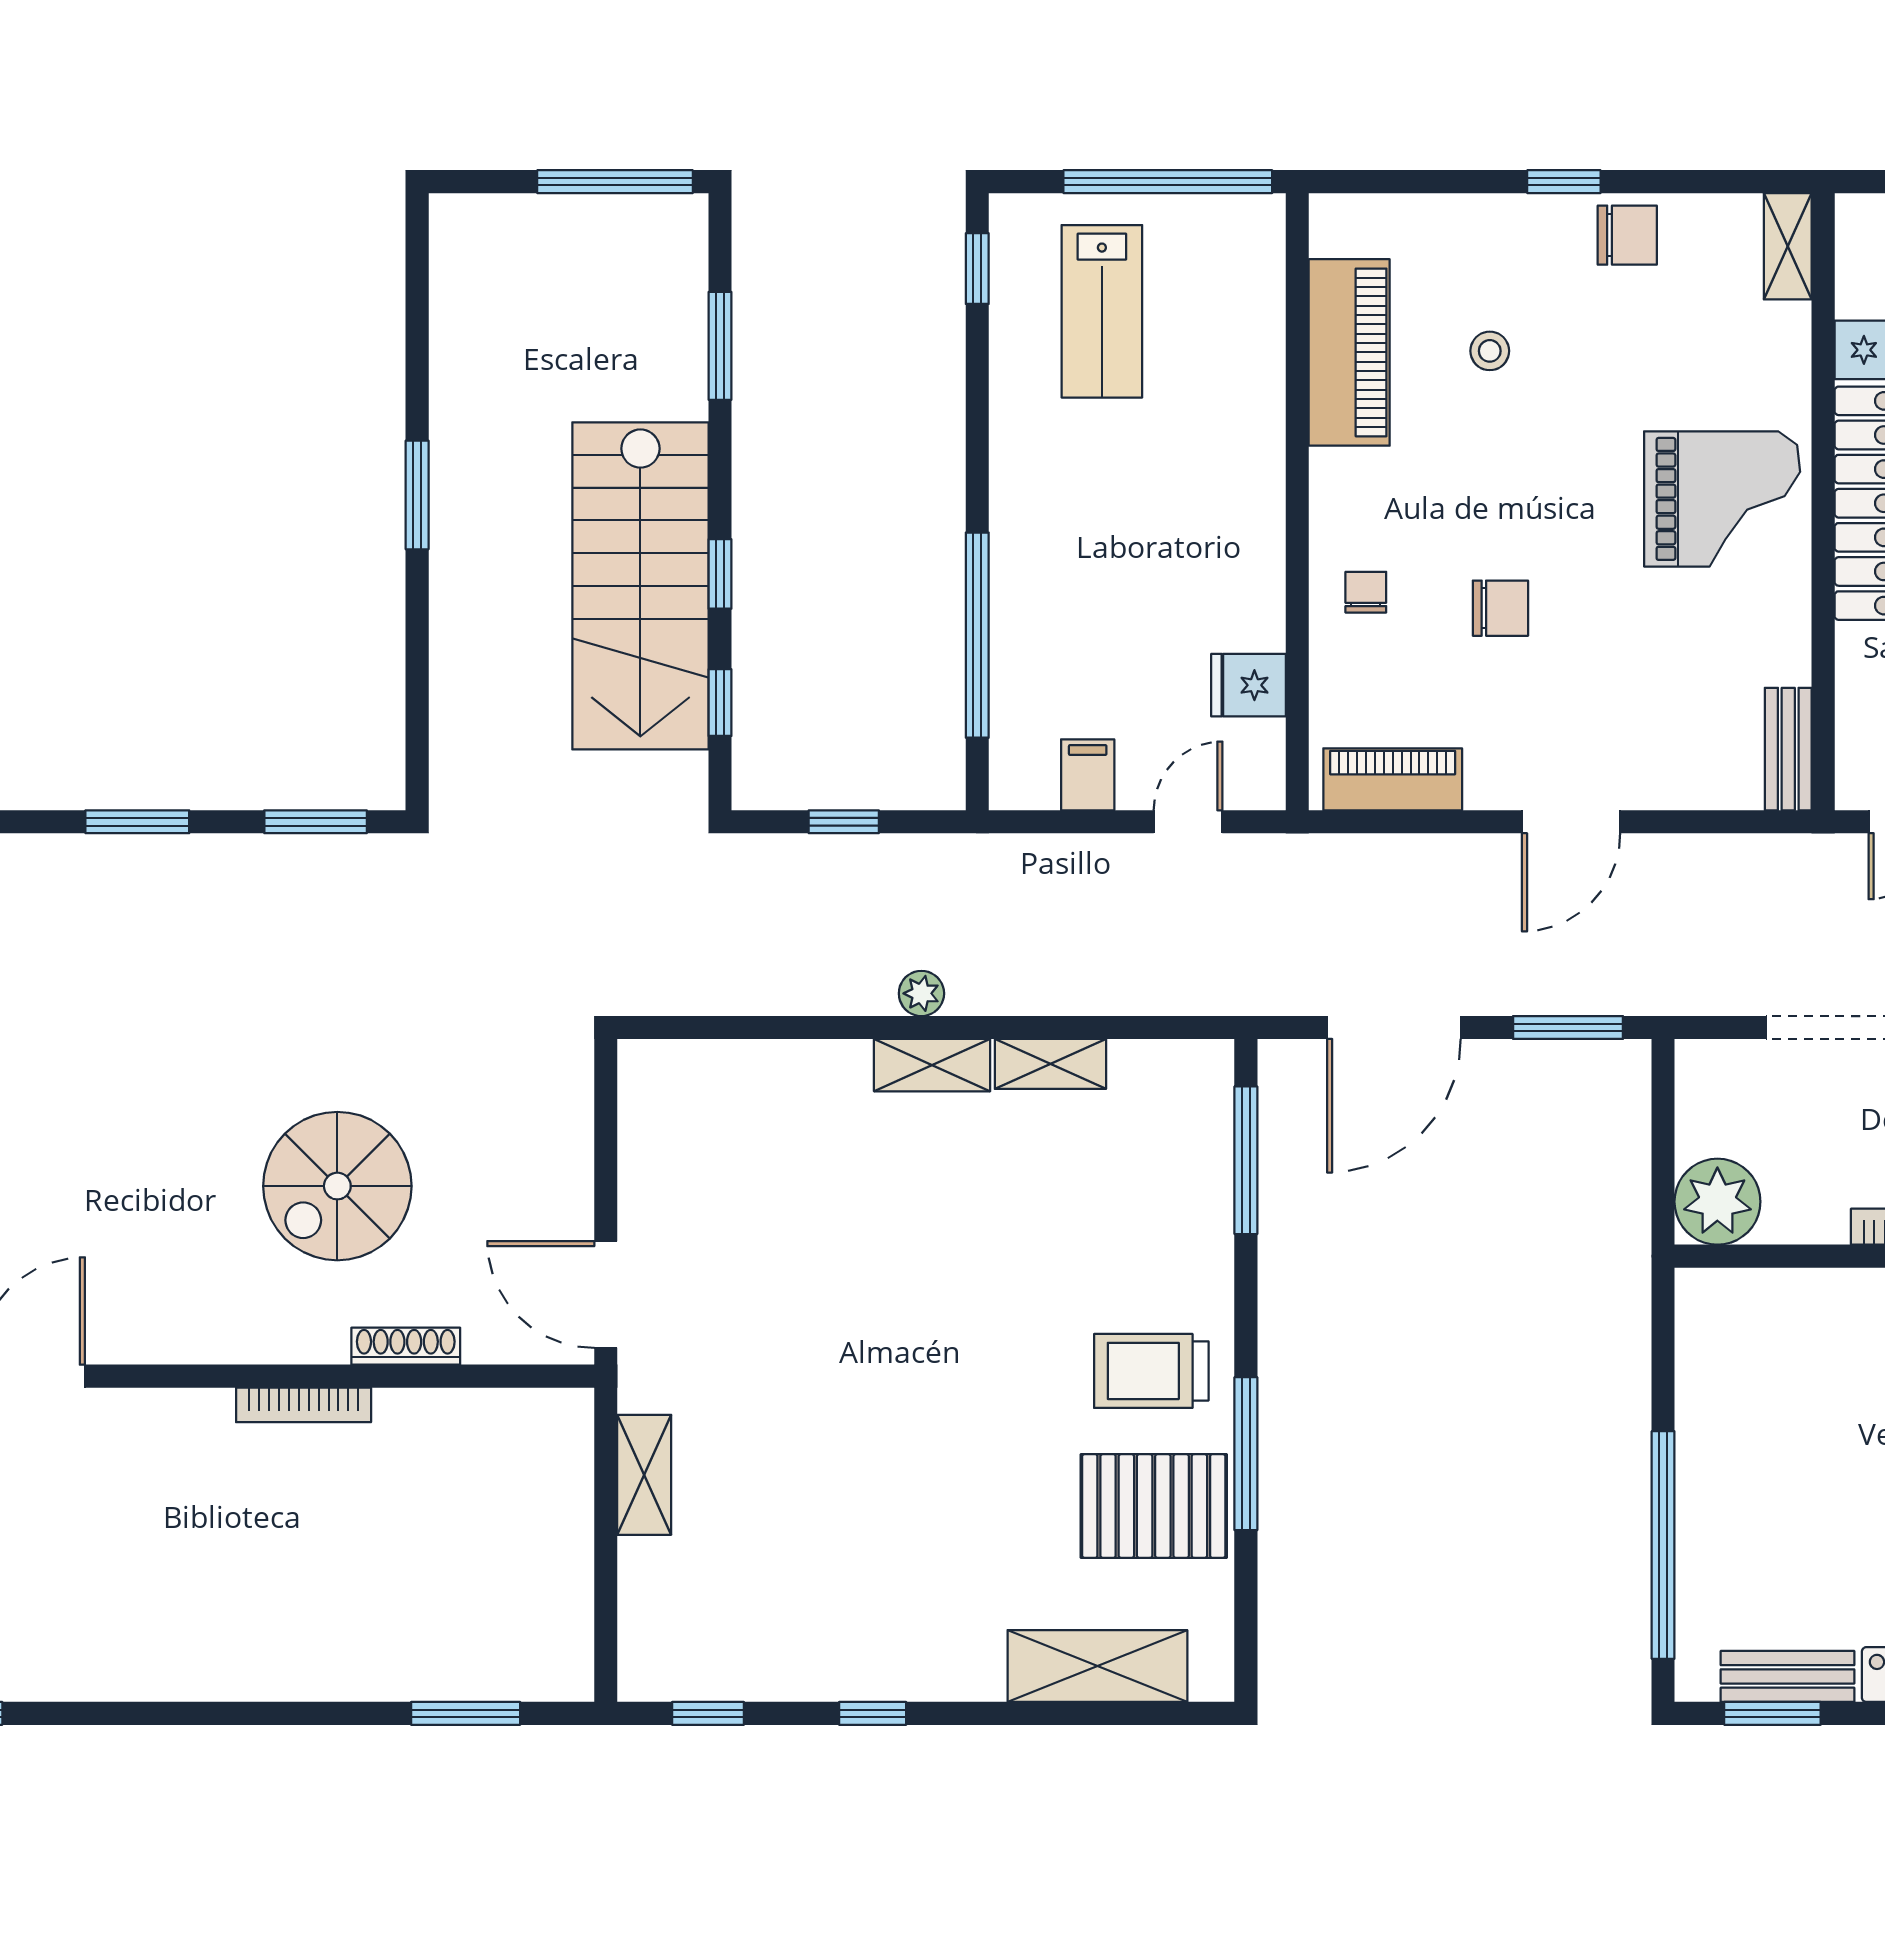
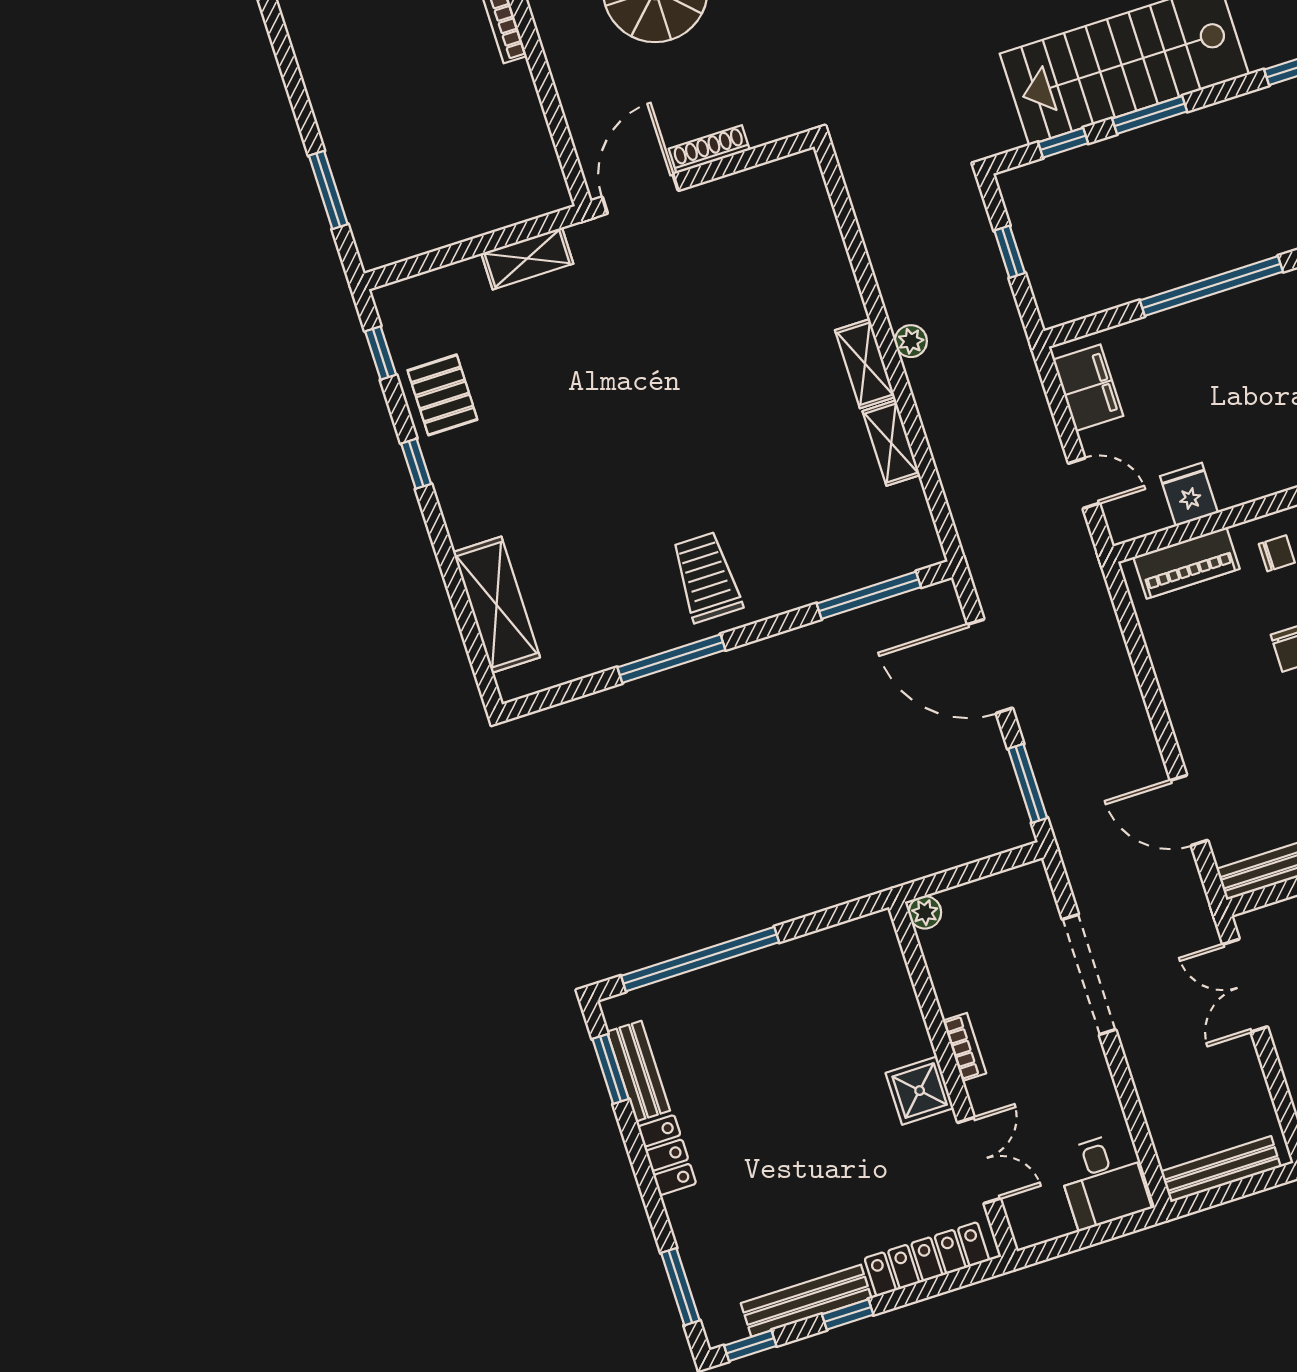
window: (720, 574) -> (1150, 115), width x1.50
window: (977, 635) -> (1211, 286), moved
filing cabinet: (1088, 775) -> (1088, 388), width x2.00
piano: (1393, 779) -> (1187, 563), moved, turned 90
door: (1571, 822) -> (1189, 810), moved
plant: (1717, 1202) -> (925, 912), width x0.53, depth x0.53
shoe rack: (406, 1346) -> (709, 149), moved, turned -90
pallet: (1154, 1506) -> (442, 395), moved, width x0.67, depth x0.71

